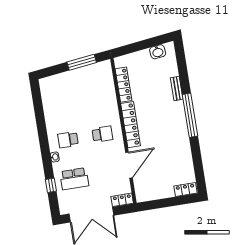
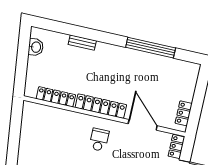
window: (82, 62) -> (15, 131), removed
window: (190, 115) -> (151, 48), moved
locker: (185, 190) -> (184, 113), moved

